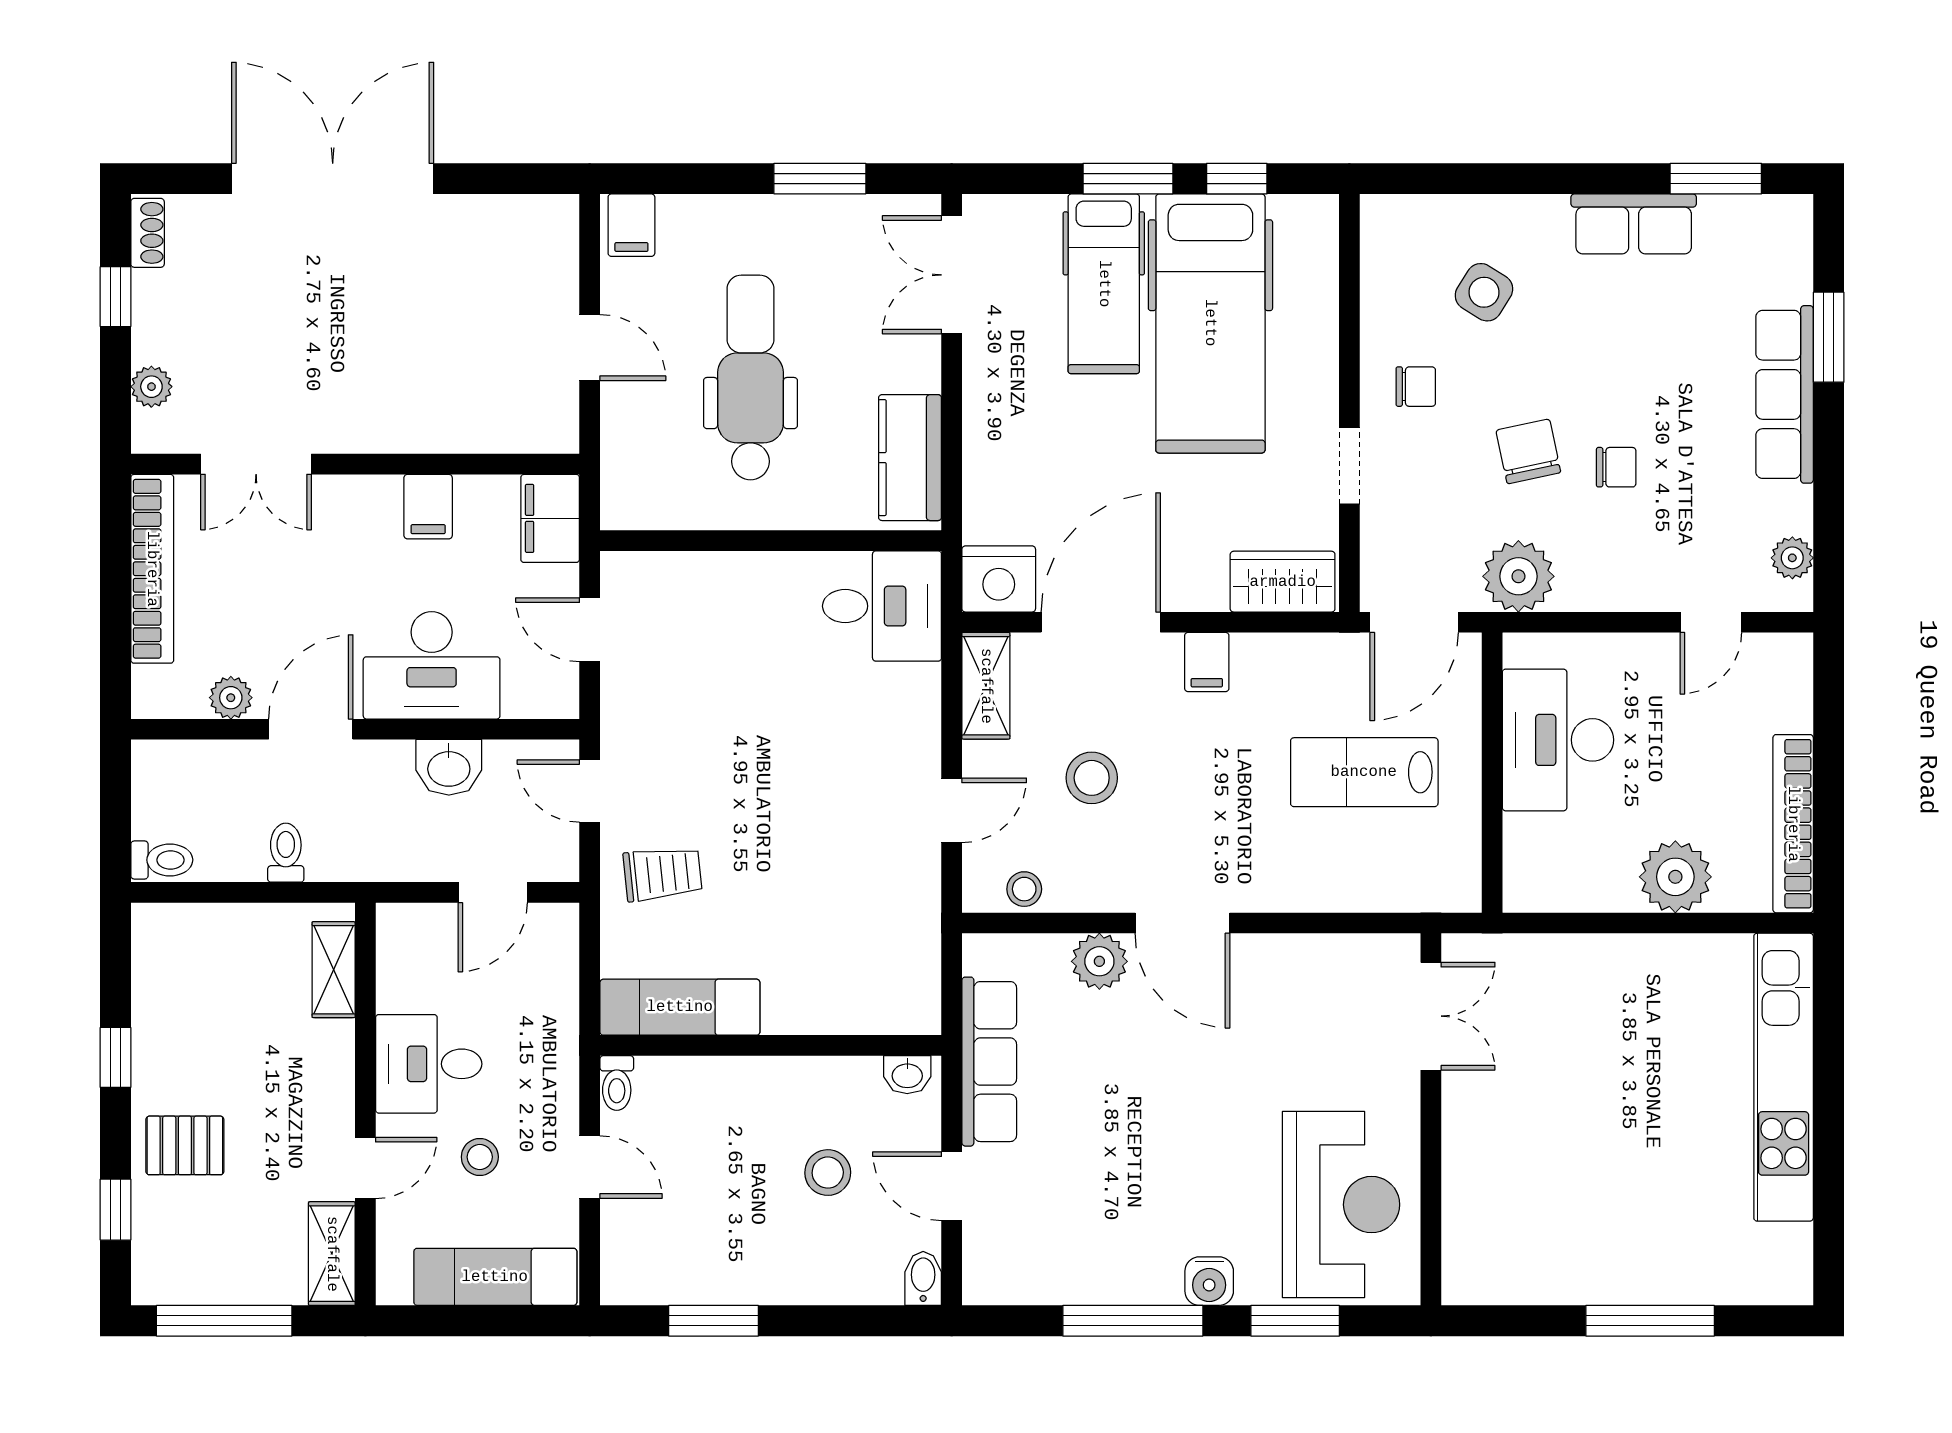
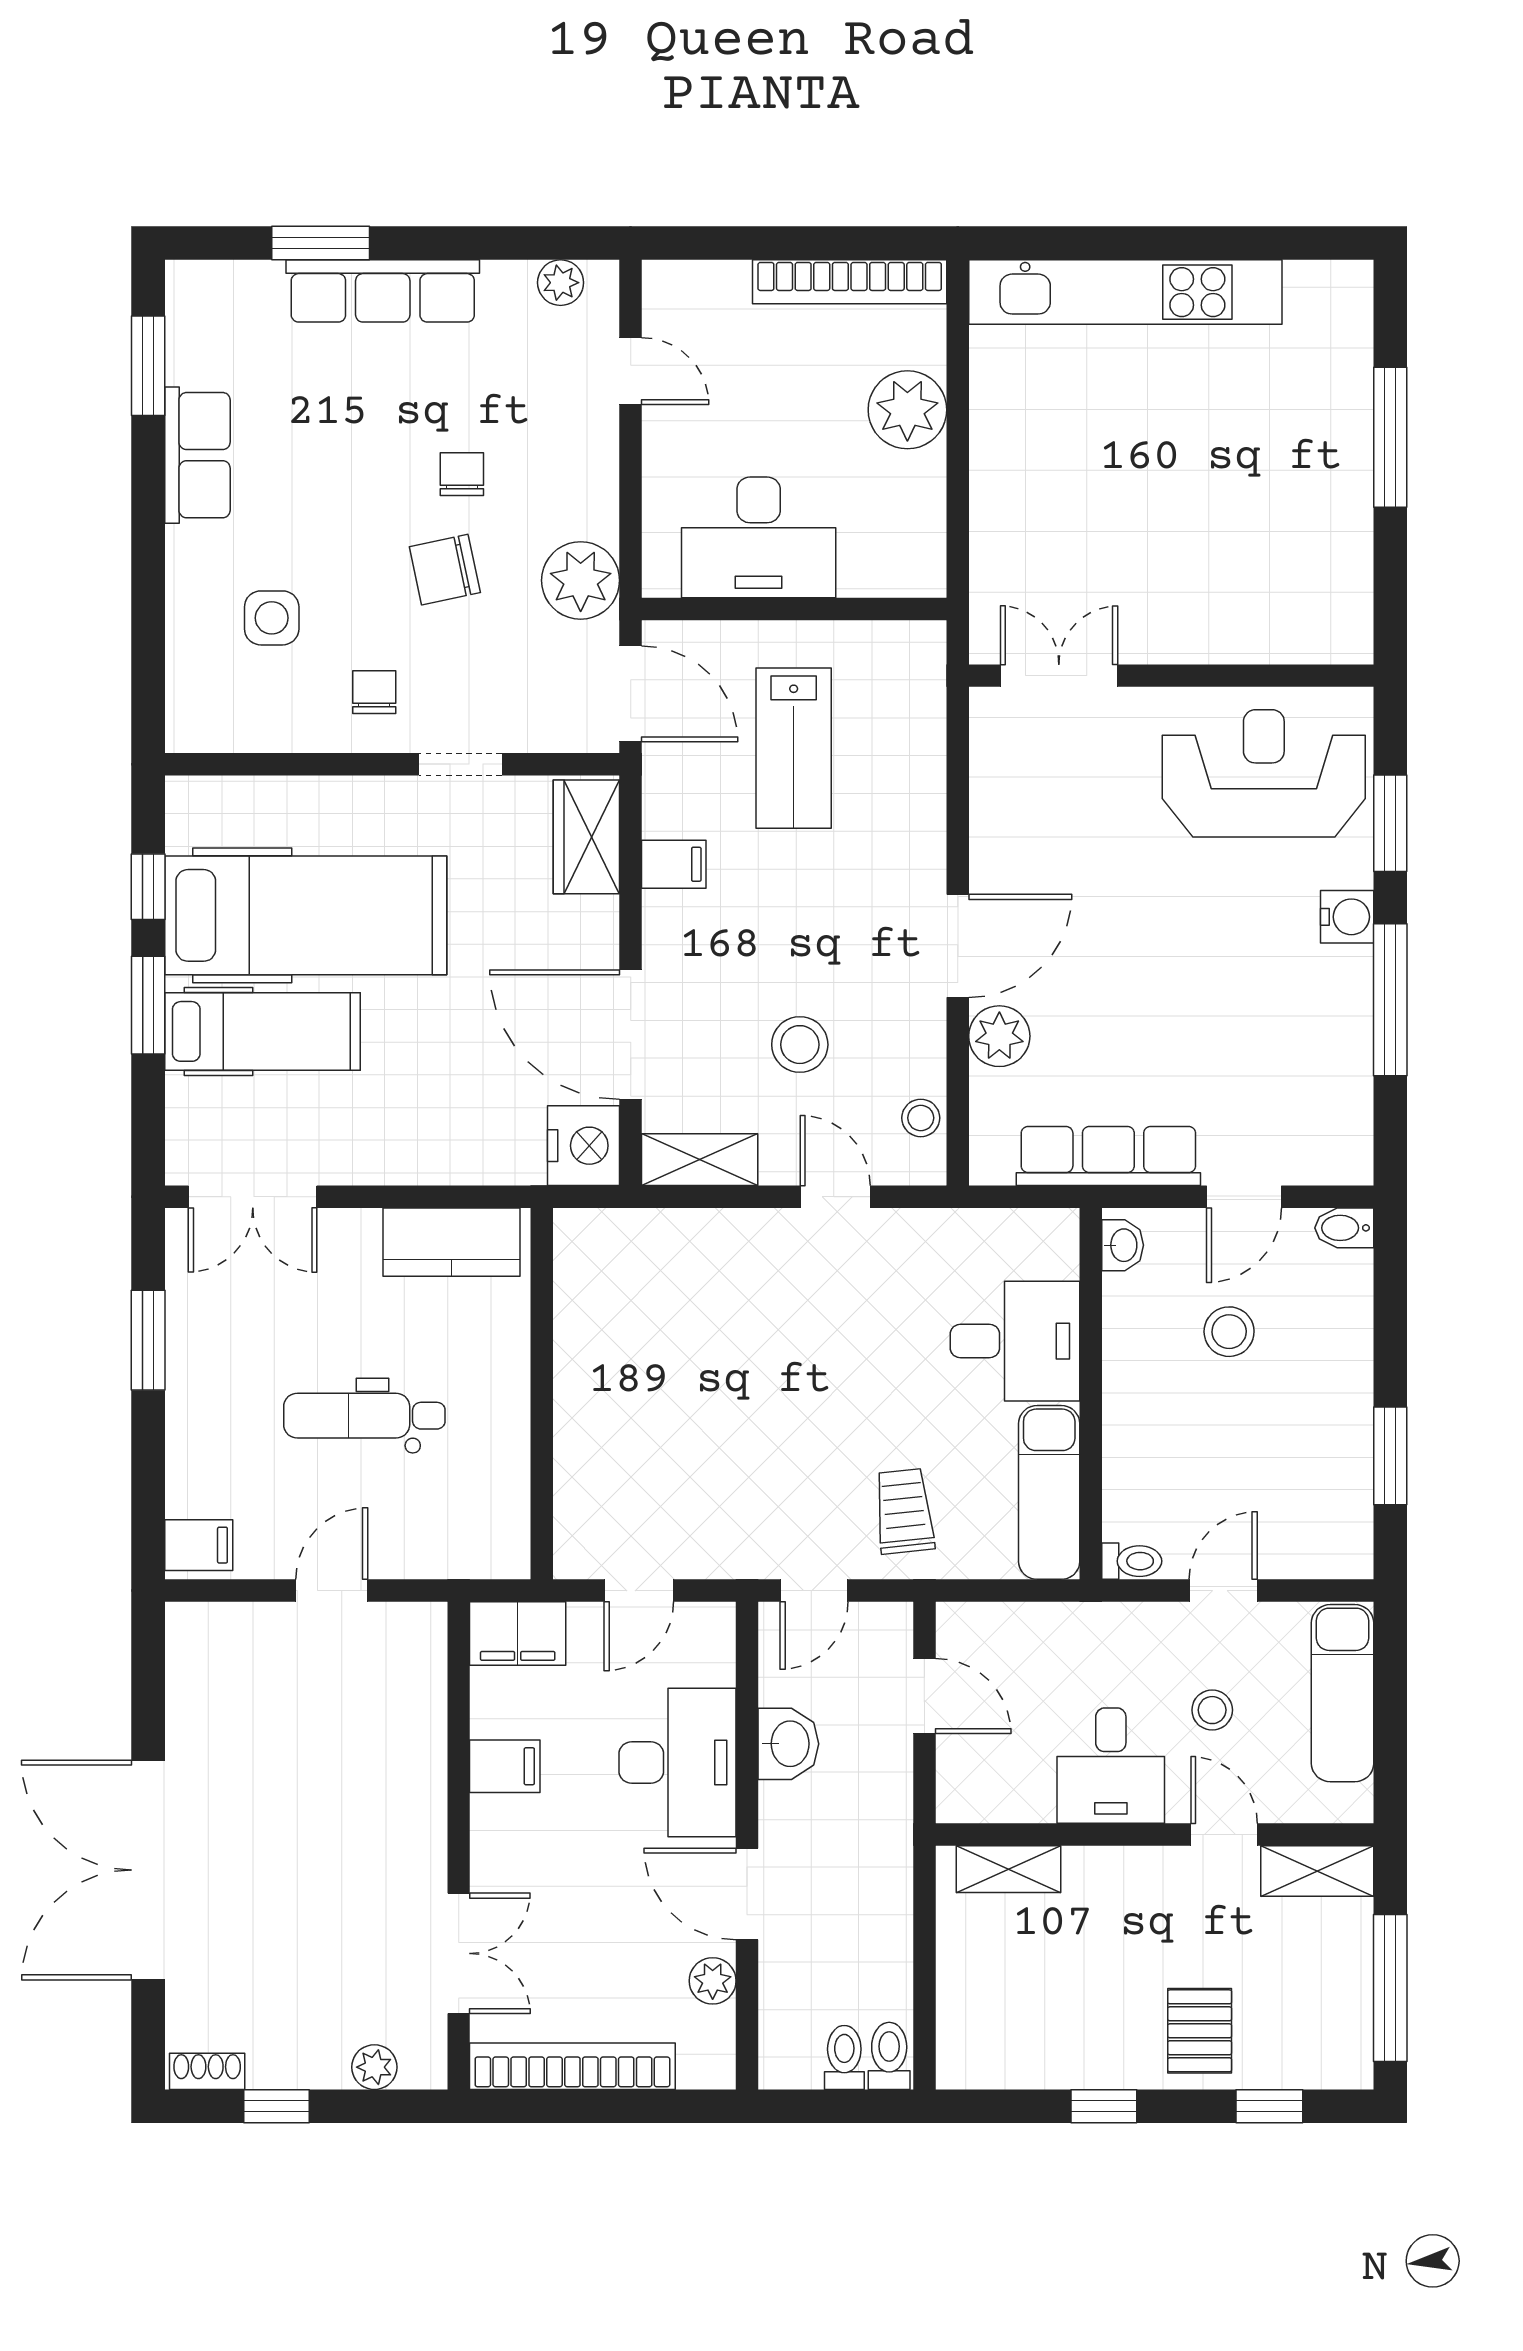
side table: (1484, 292) -> (272, 618), turned -32
dental chair: (750, 377) -> (364, 1416), width x0.73, depth x0.72
desk: (882, 606) -> (1015, 1341), moved, turned 90
filing cabinet: (1207, 662) -> (674, 864), moved
toilet: (286, 853) -> (844, 2057), moved, turned 90

